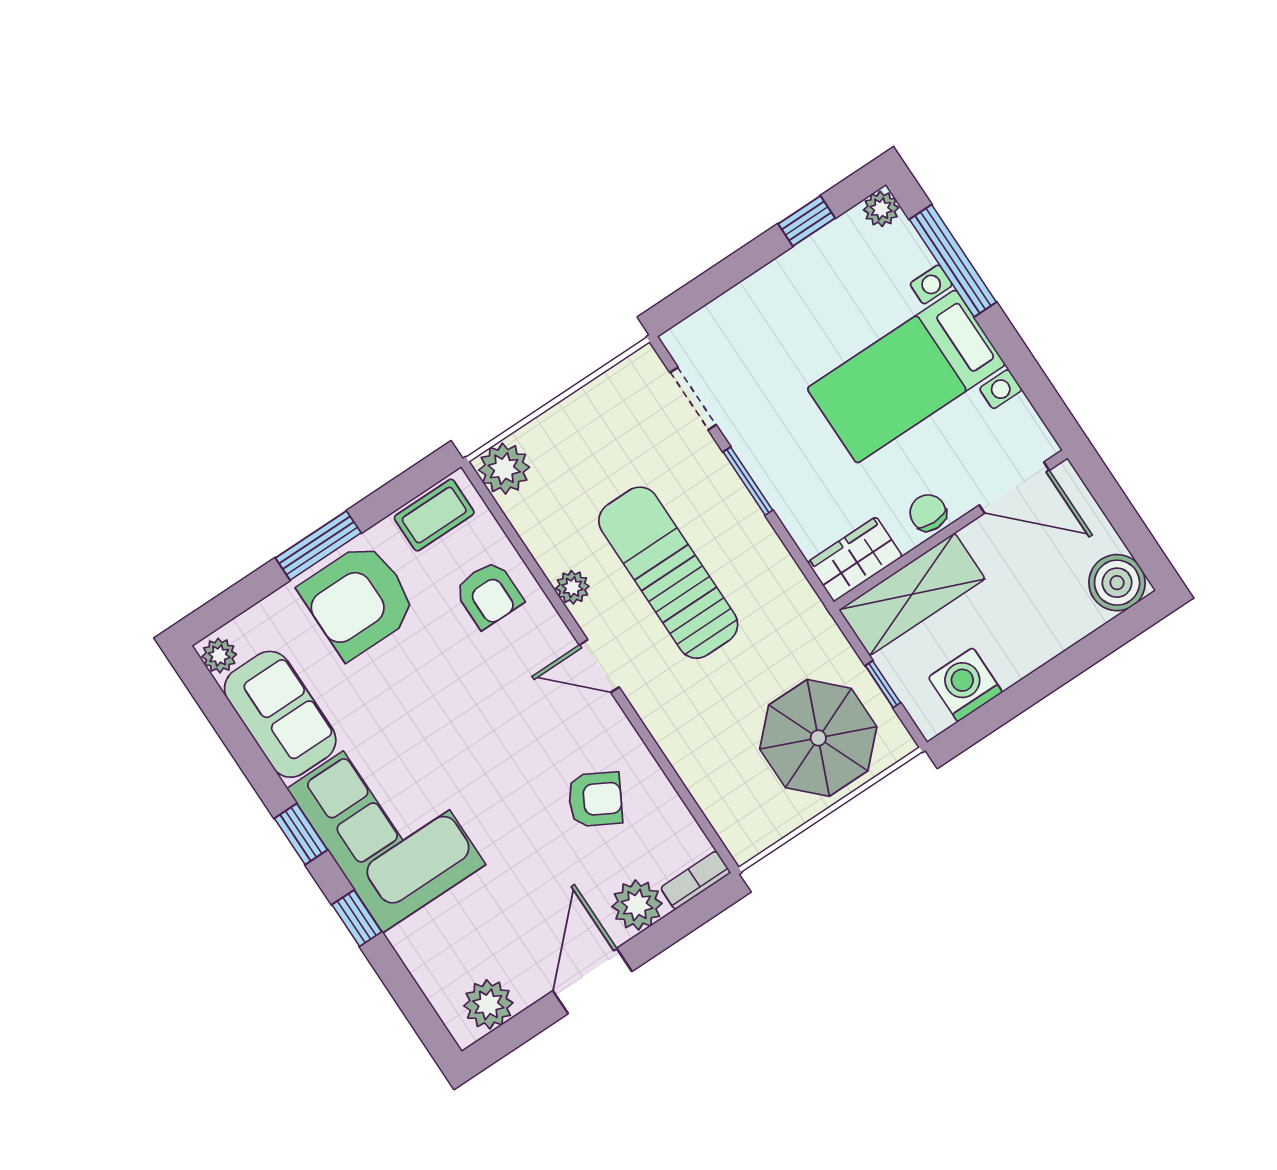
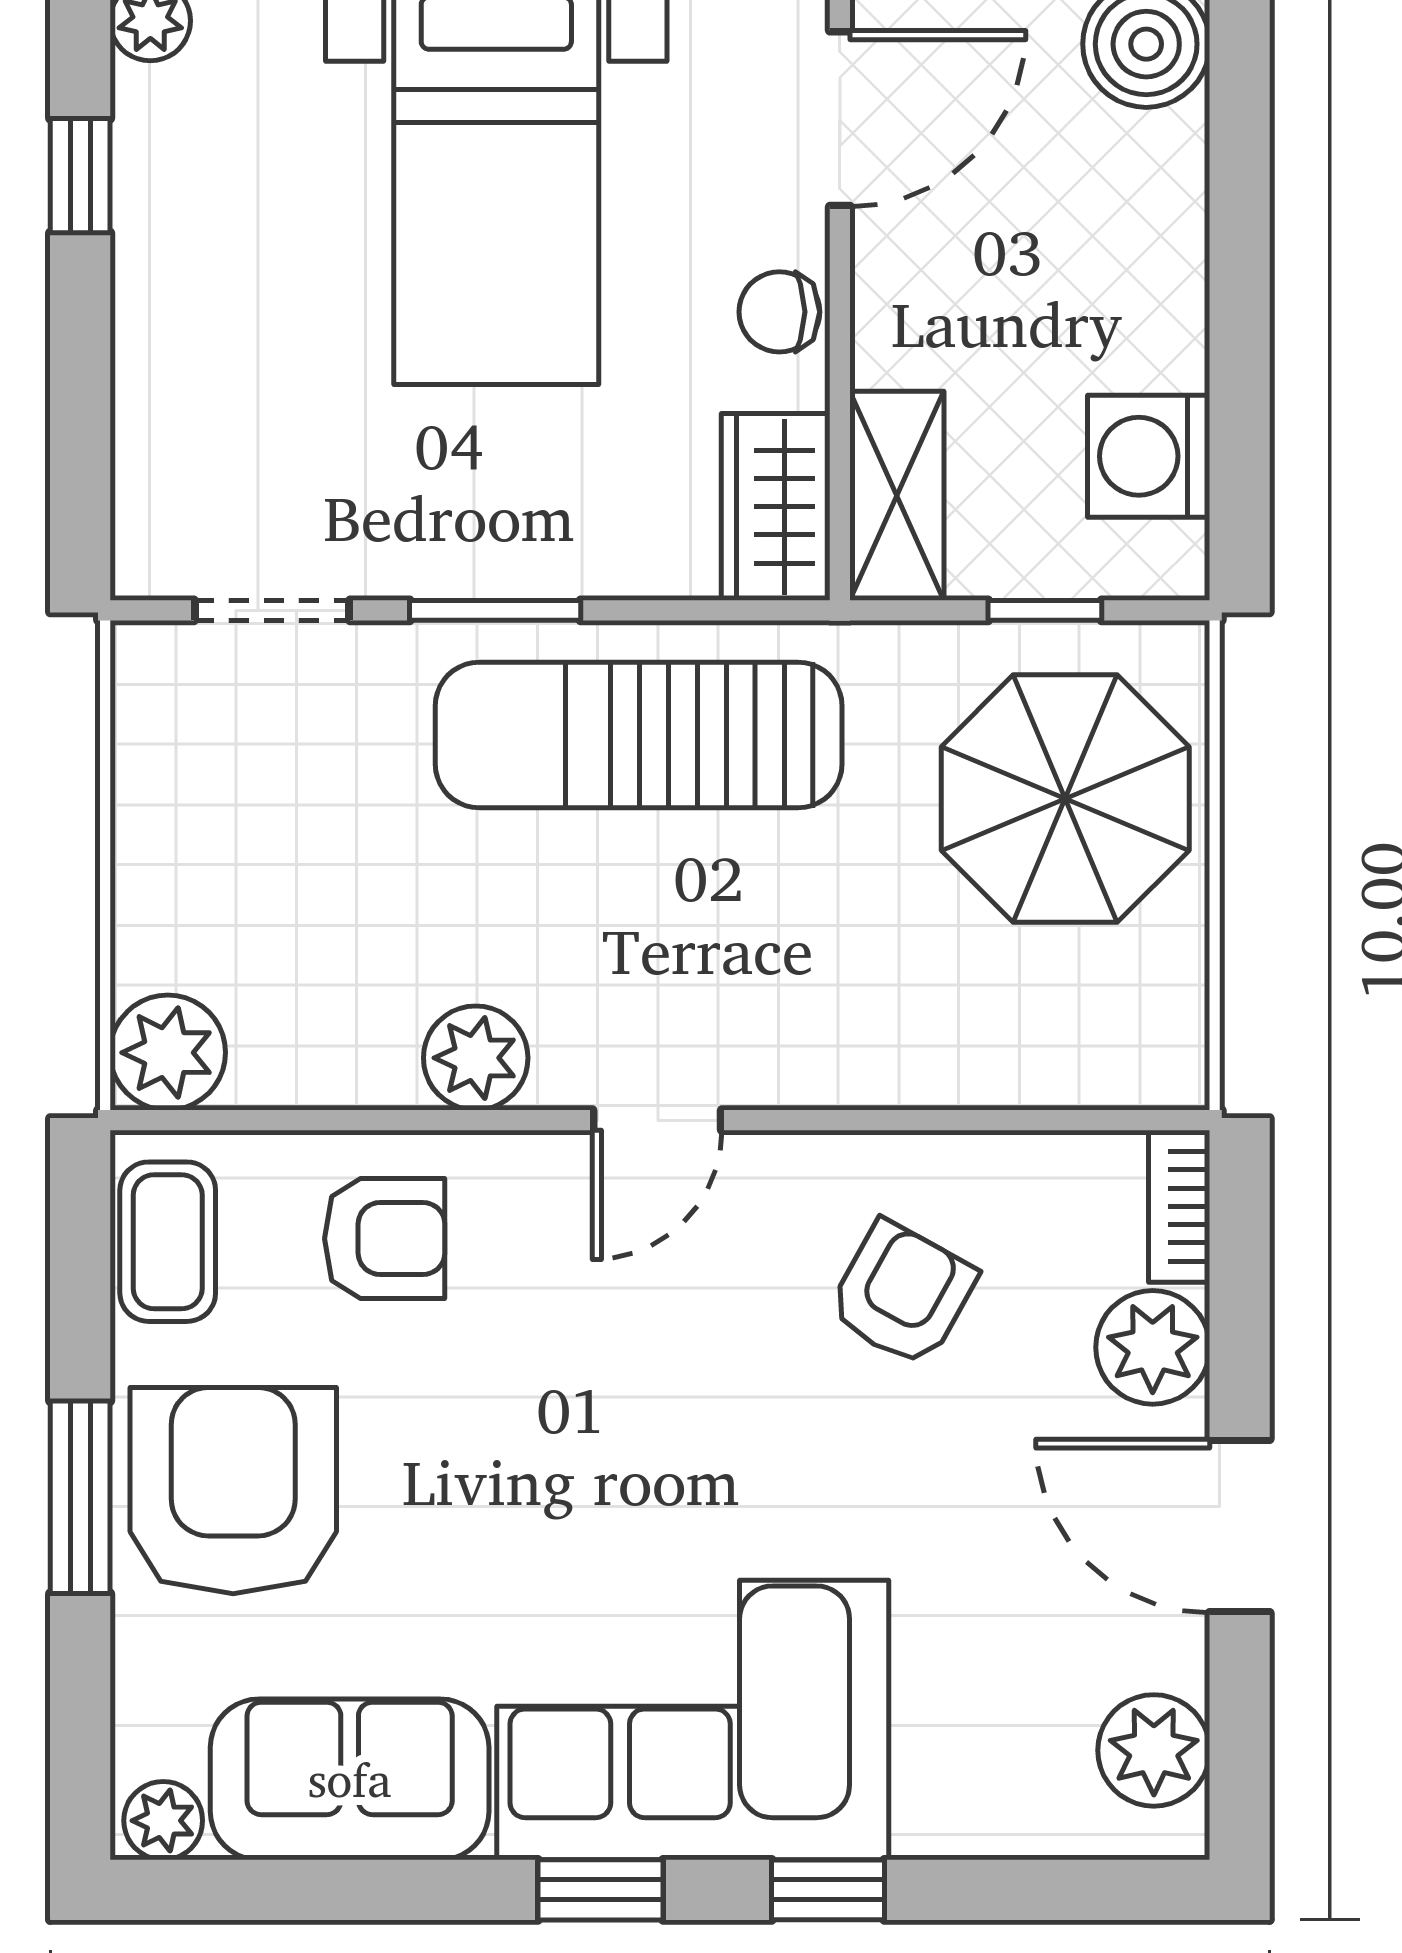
sun lounger: (668, 573) -> (639, 735), moved
plant: (572, 587) -> (476, 1058), width x1.38, depth x1.38
shelving: (912, 594) -> (897, 496), width x0.67, depth x0.75
armchair: (358, 600) -> (233, 1491), turned 180

